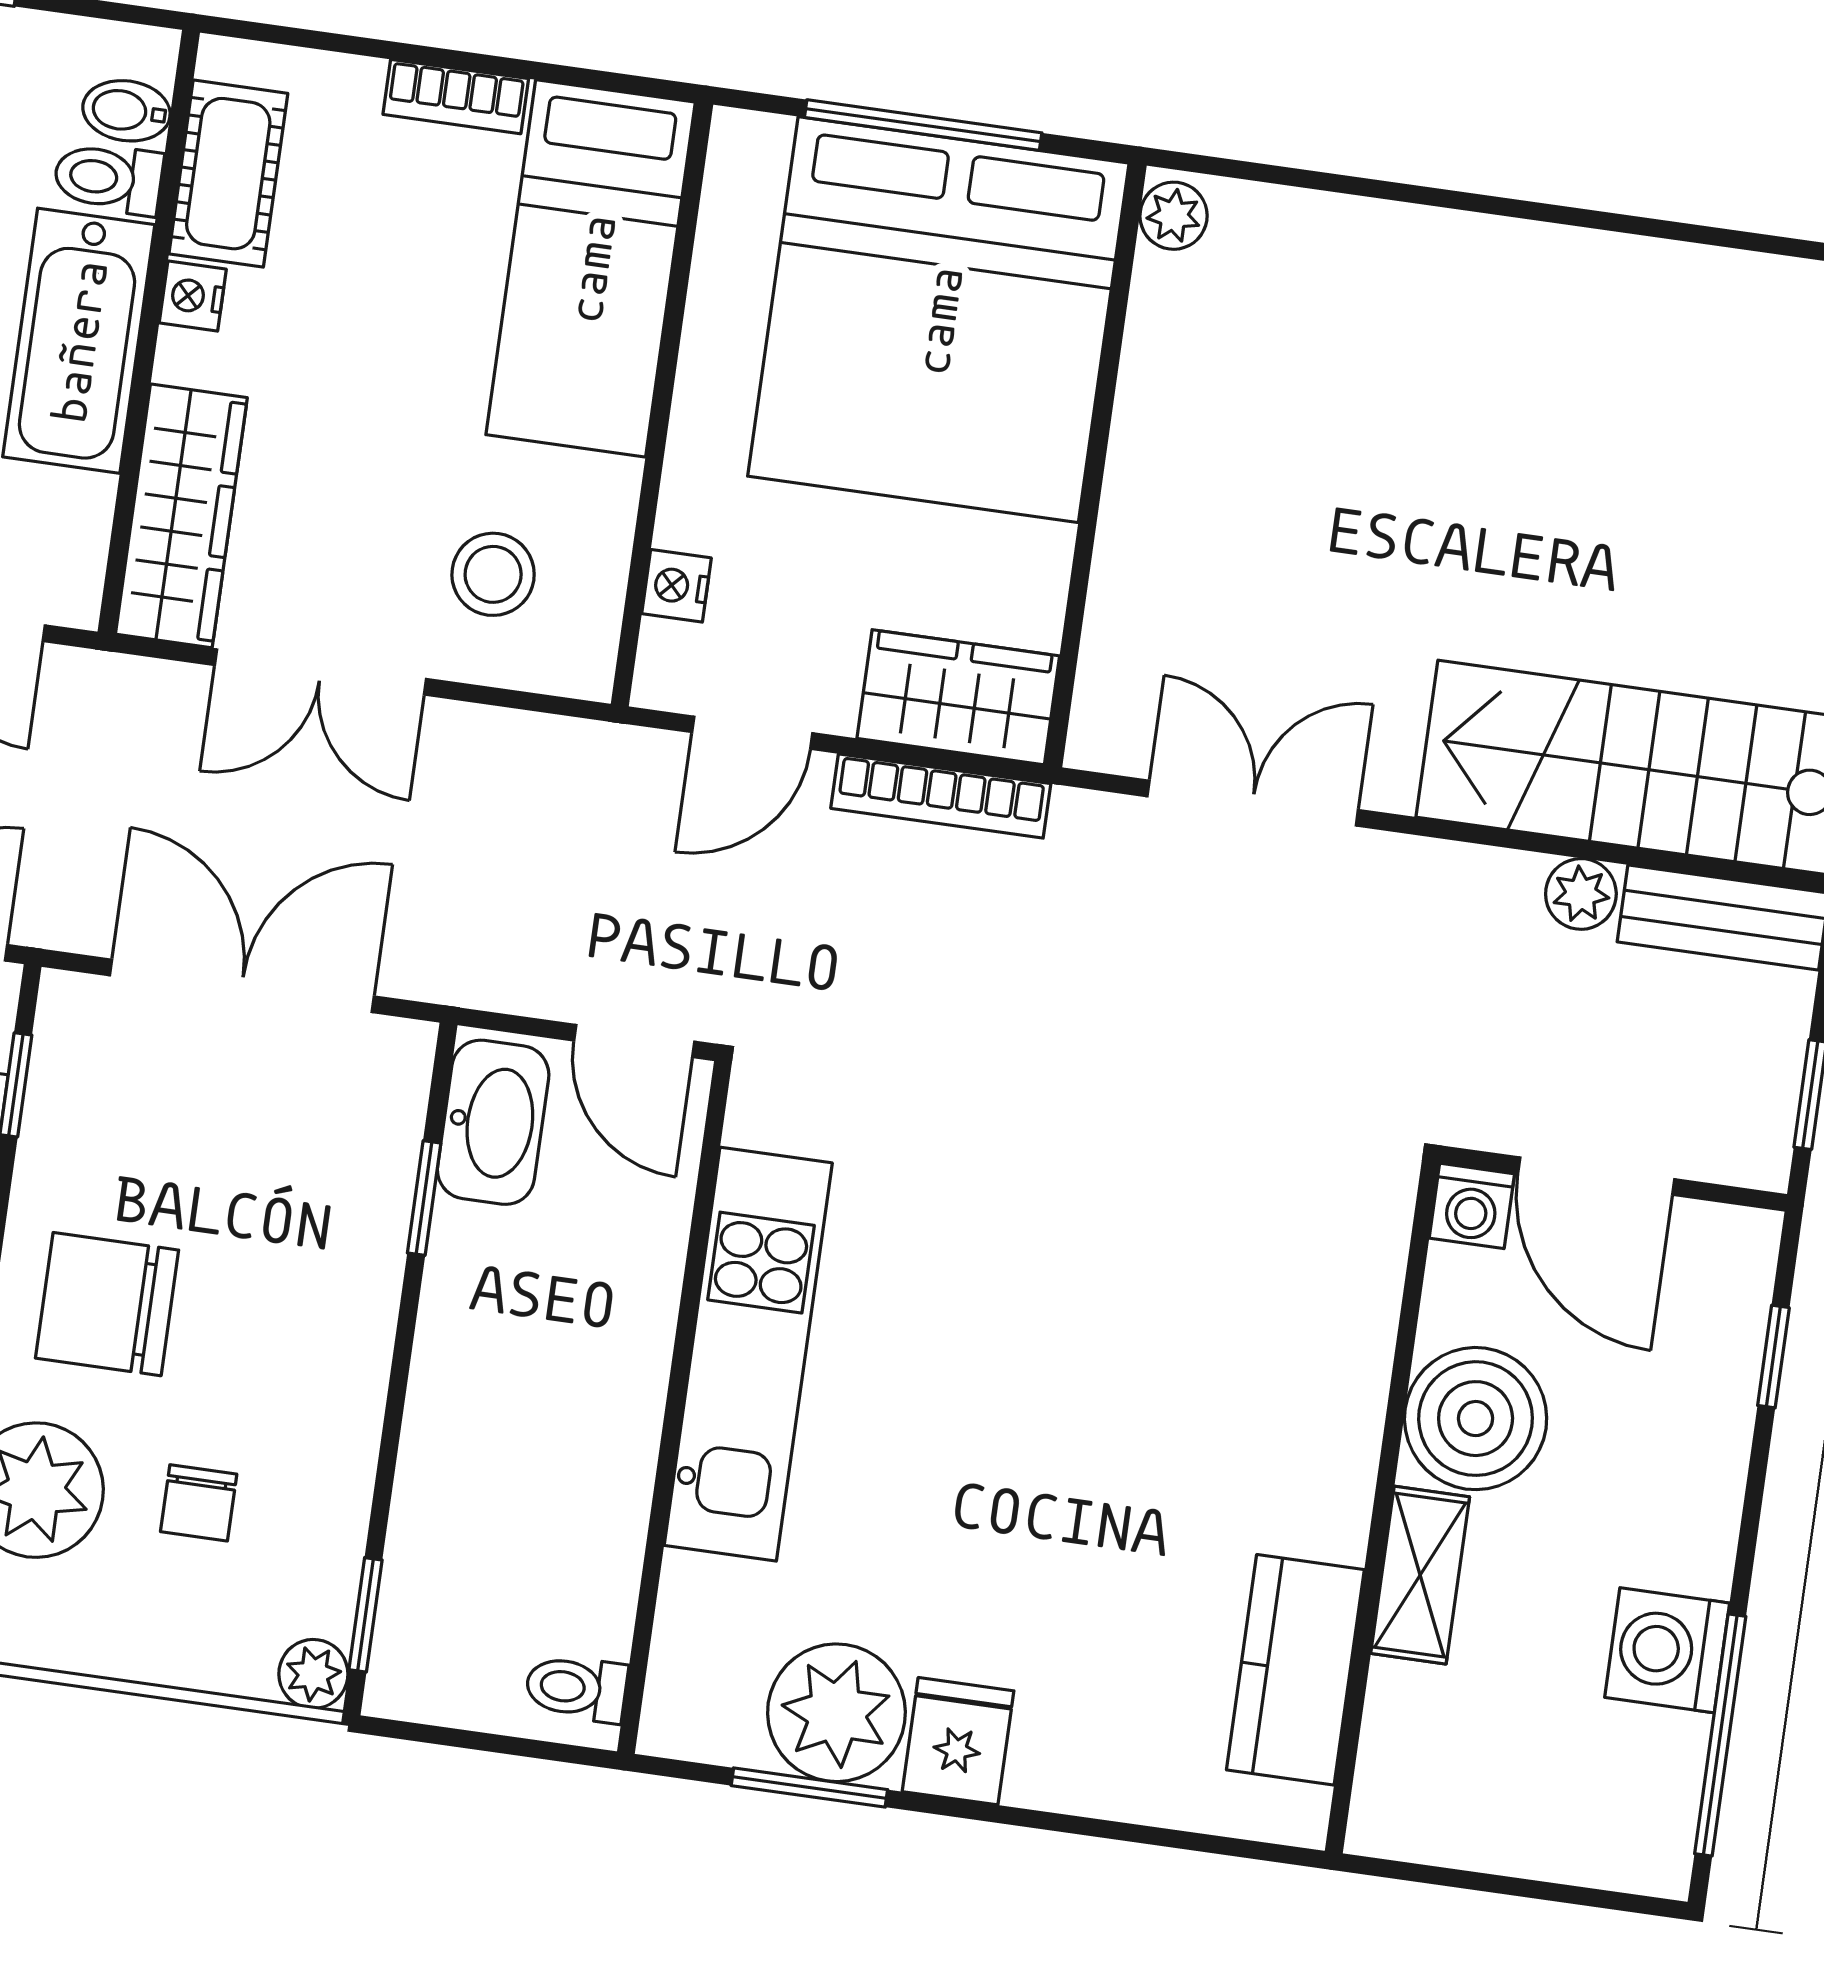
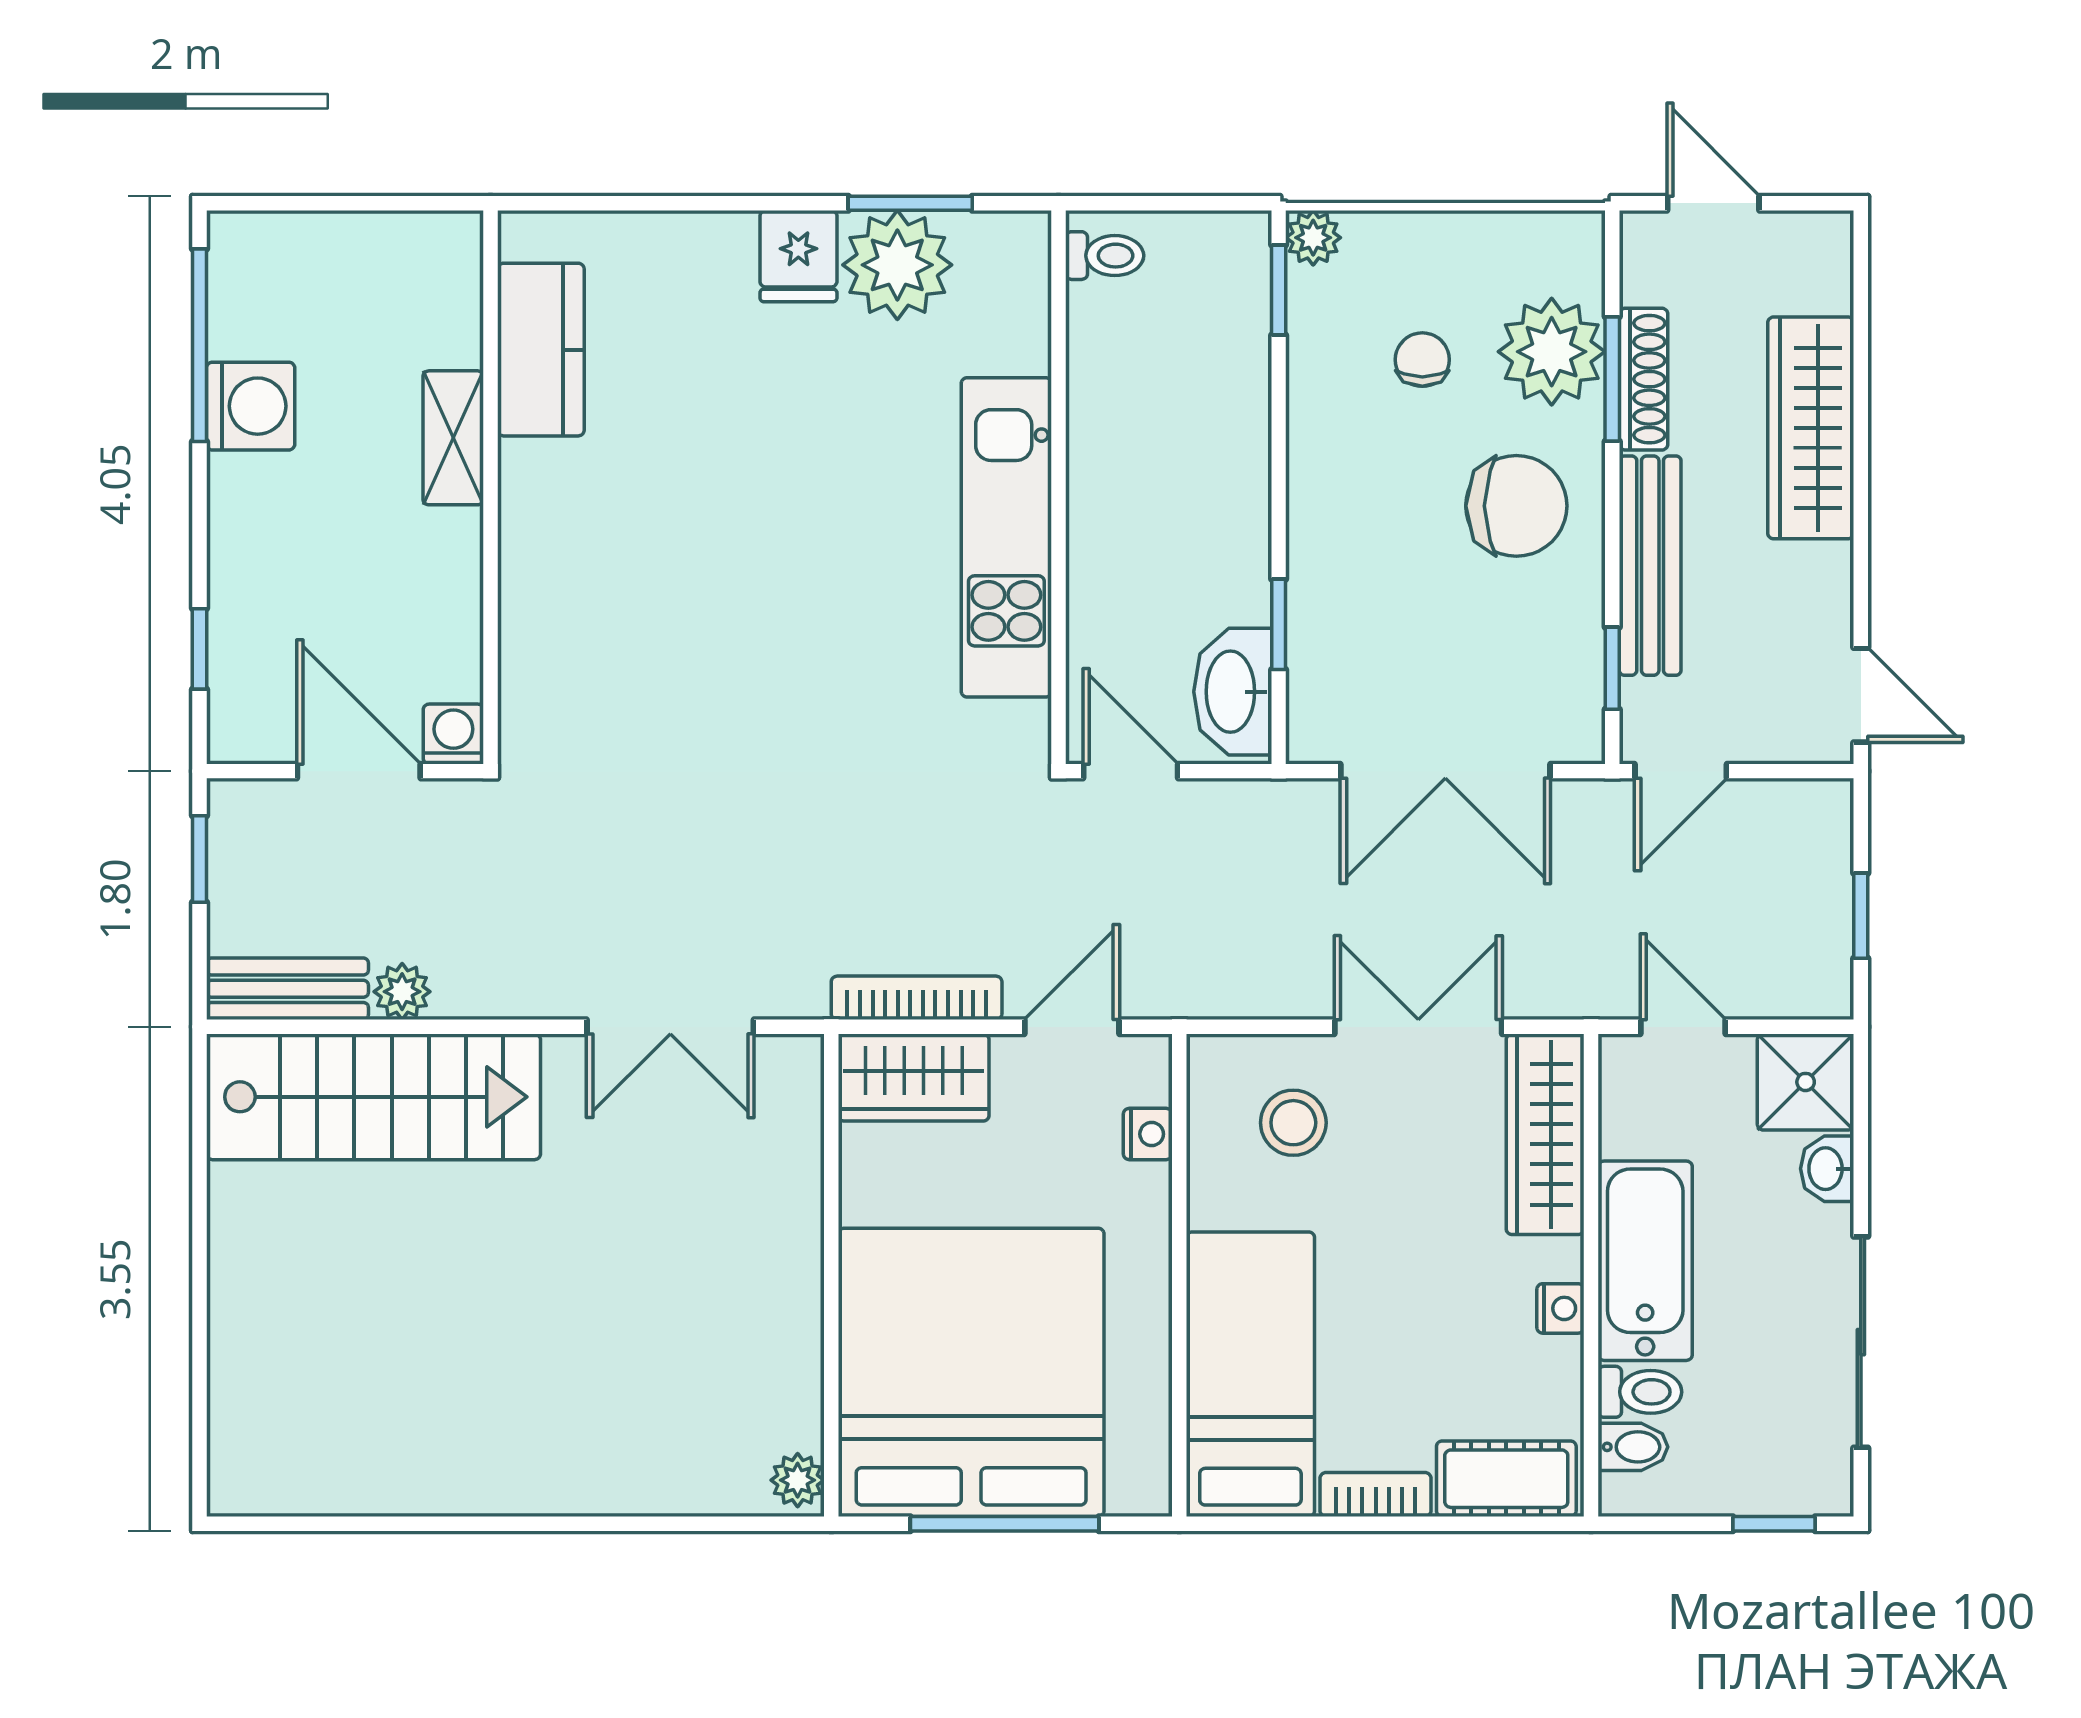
cot: (228, 174) -> (1506, 1479), moved, turned 90
boiler: (1476, 1419) -> (427, 567), removed

